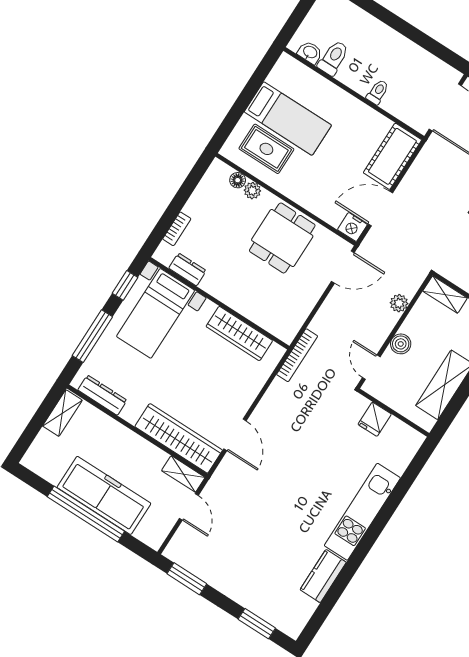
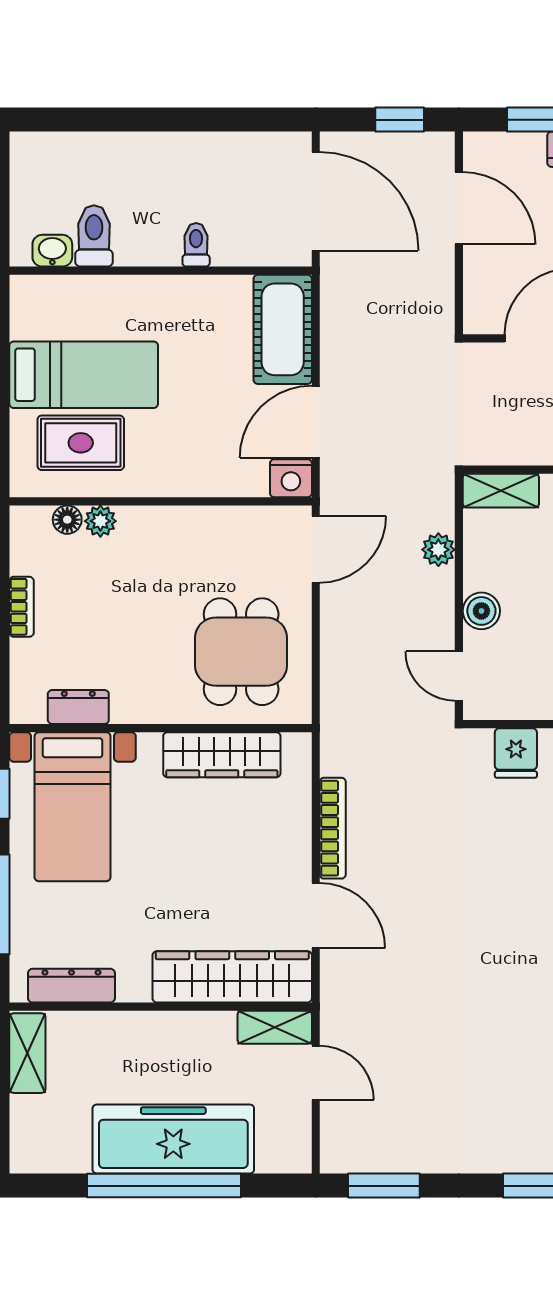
bookcase: (177, 229) -> (22, 607), moved
dining table: (282, 238) -> (241, 652), moved
bookcase: (297, 355) -> (333, 828), moved

